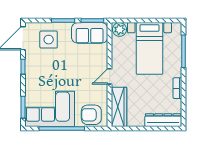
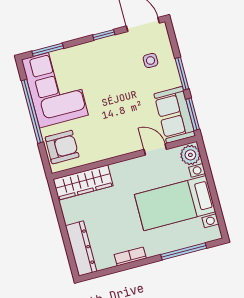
side table: (49, 40) -> (150, 61), width x0.54, depth x0.54
door: (110, 76) -> (155, 149), moved
armchair: (91, 115) -> (62, 147), turned 90

